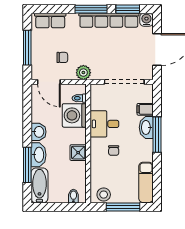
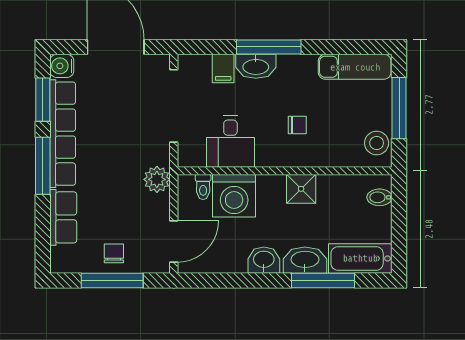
row of seats: (50, 20) -> (63, 217), moved
chair: (62, 57) -> (114, 253), moved
desk: (104, 124) -> (230, 142), moved

